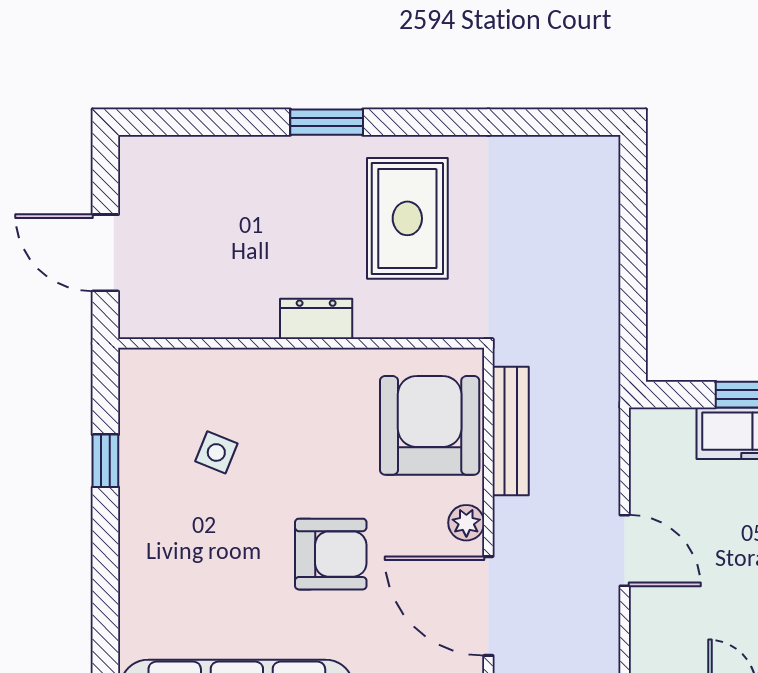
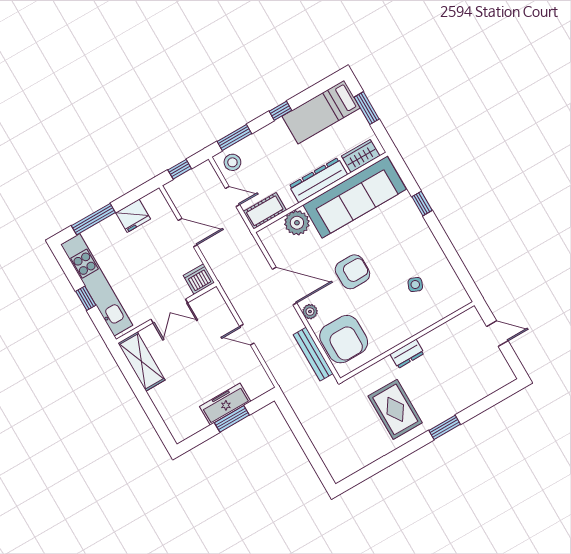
door: (105, 253) -> (497, 334), width x0.73
window: (105, 461) -> (422, 204), moved
door: (625, 550) -> (247, 335), width x0.73
armchair: (331, 554) -> (352, 272), turned 180

